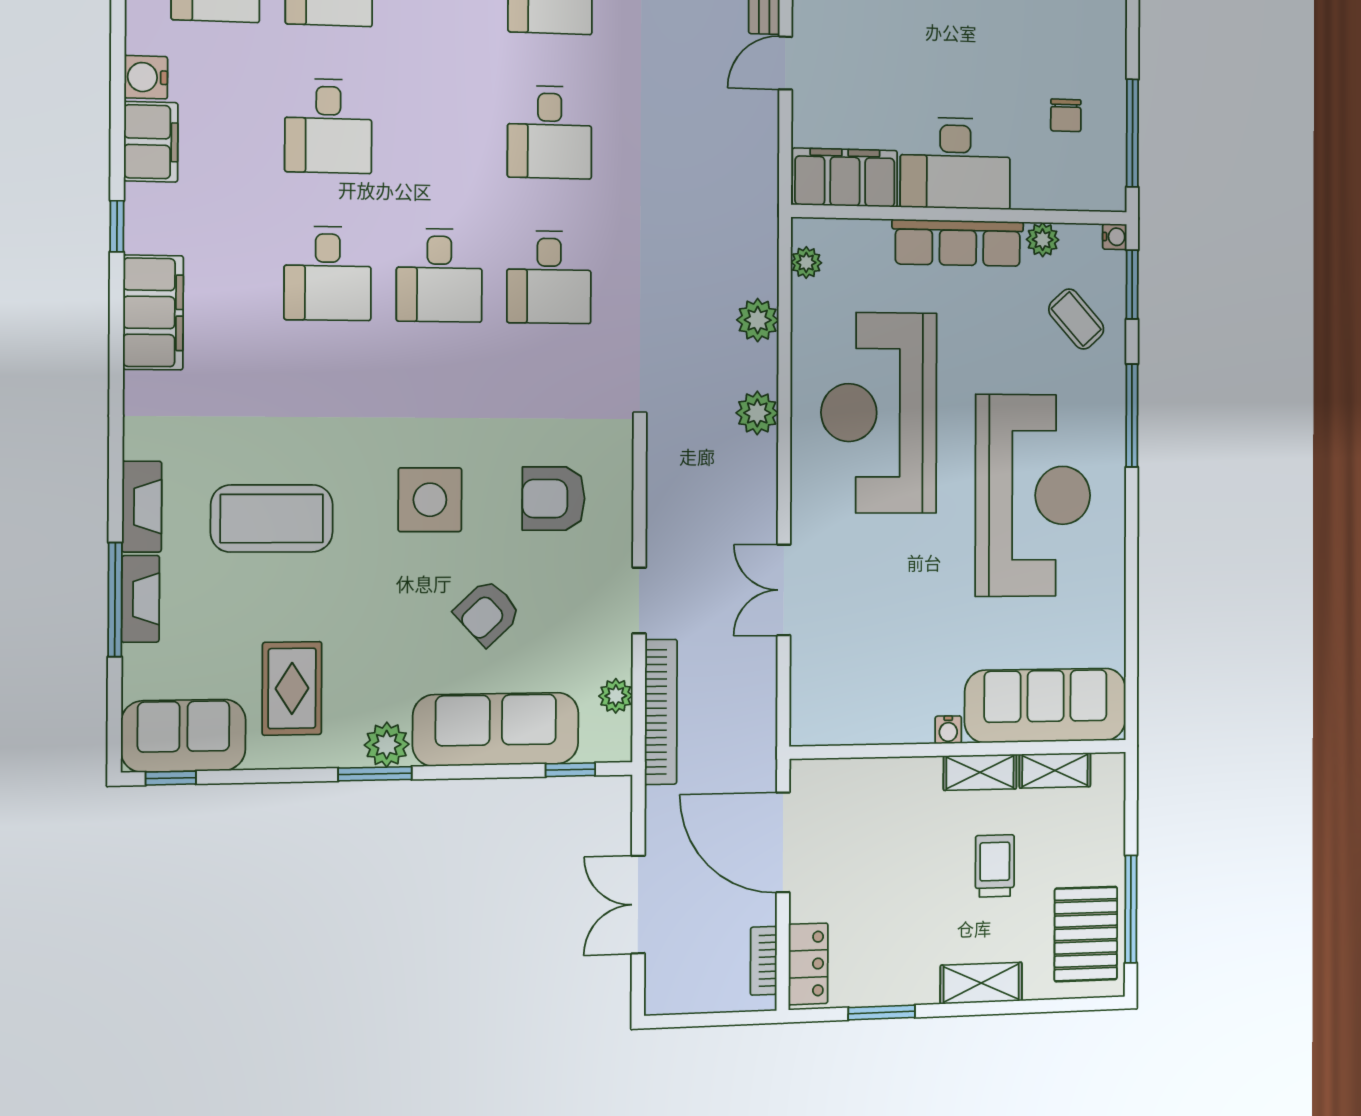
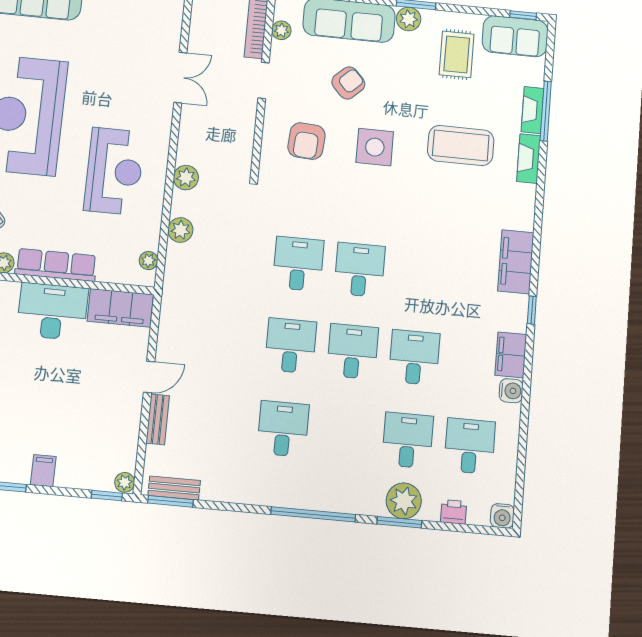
desk: (328, 273) -> (353, 352), moved
reception desk: (879, 413) -> (114, 171), width x0.74, depth x0.77
armchair: (554, 499) -> (306, 141), turned 94

